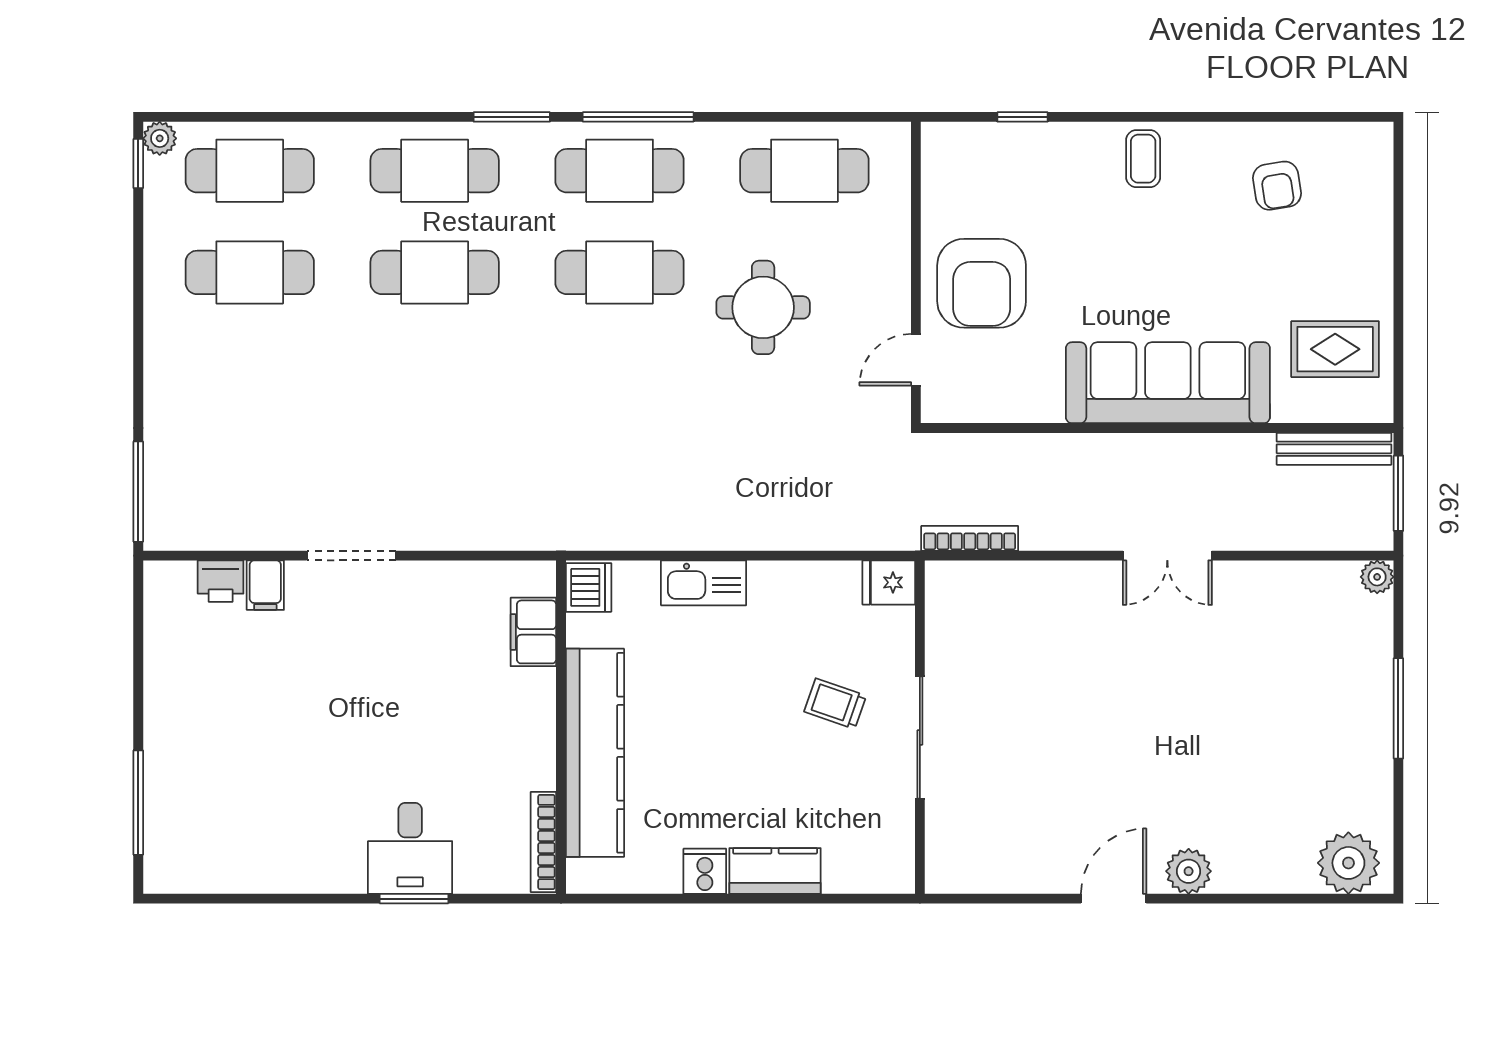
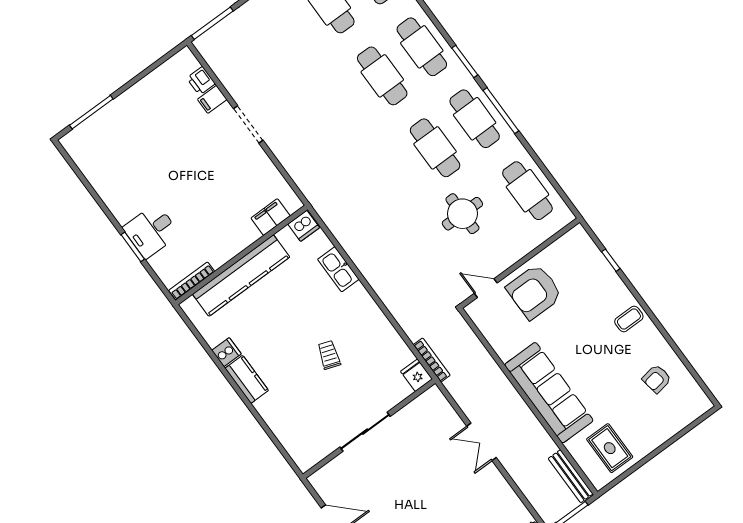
fridge: (889, 582) -> (416, 375), moved
wall: (920, 727) -> (369, 429), moved
sliding door: (920, 737) -> (365, 432), moved

